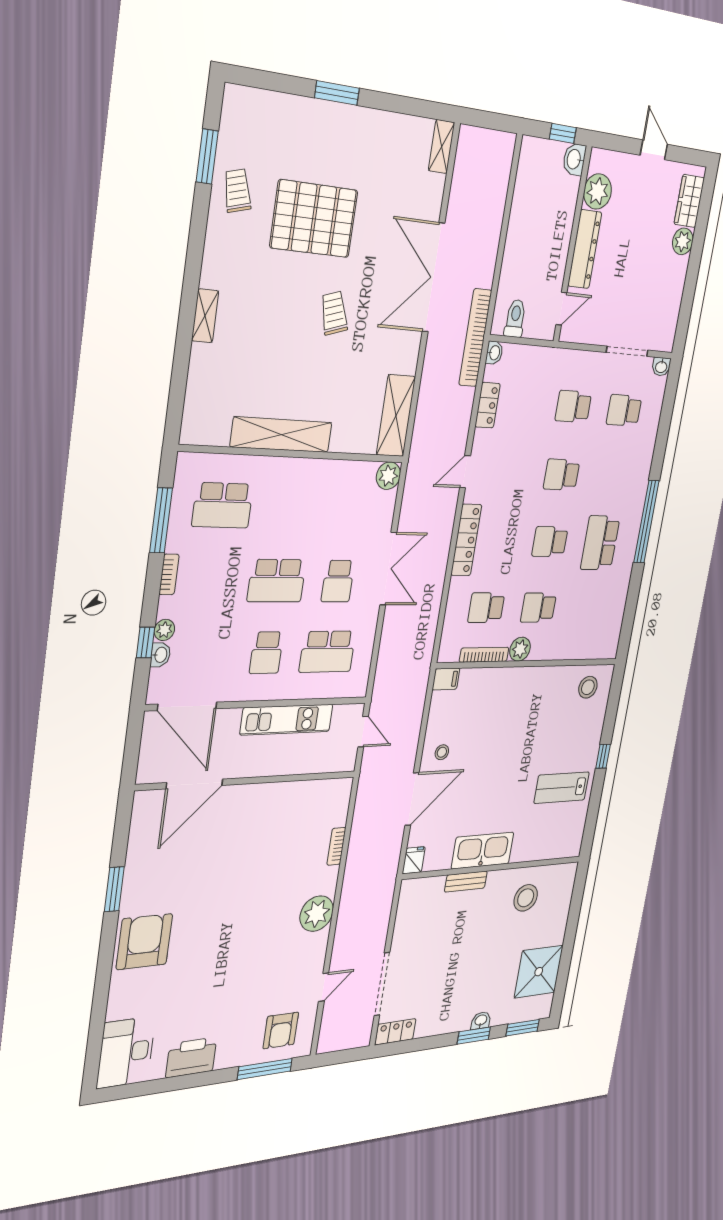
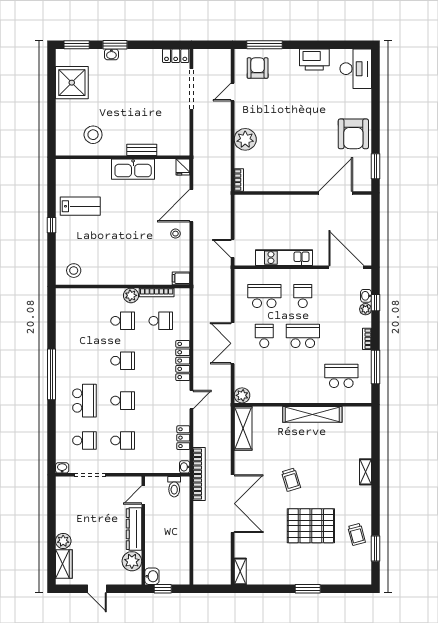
school desk: (600, 543) -> (84, 401), moved
wall: (248, 781) -> (303, 193), moved
door: (195, 784) -> (336, 193), moved

